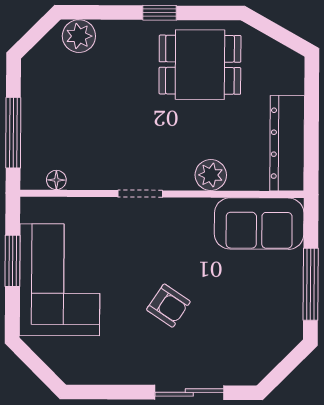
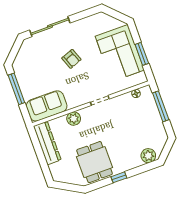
dining table: (200, 65) -> (95, 162), turned 90
armchair: (168, 306) -> (71, 59), turned -145
sliding door: (189, 392) -> (50, 27), width x1.37

